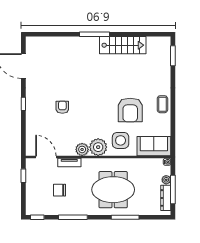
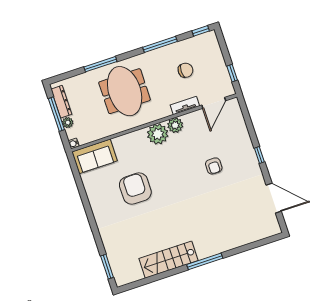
coffee table: (162, 104) -> (101, 207), removed
side table: (121, 140) -> (135, 150), removed
door: (46, 157) -> (214, 103), hinge flipped
meeting table: (113, 190) -> (125, 91), turned 90

